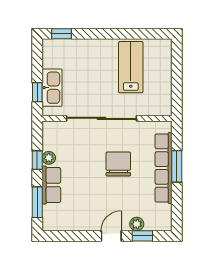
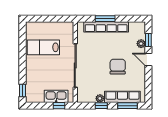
chair: (118, 164) -> (118, 67), moved, turned 90
row of seats: (51, 185) -> (122, 97), width x1.48

